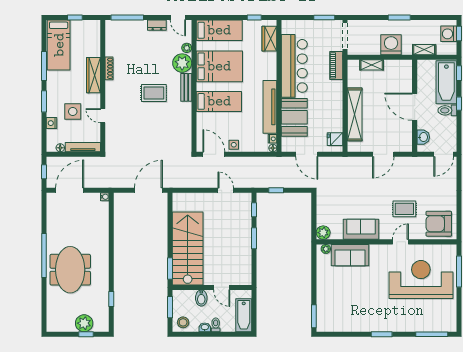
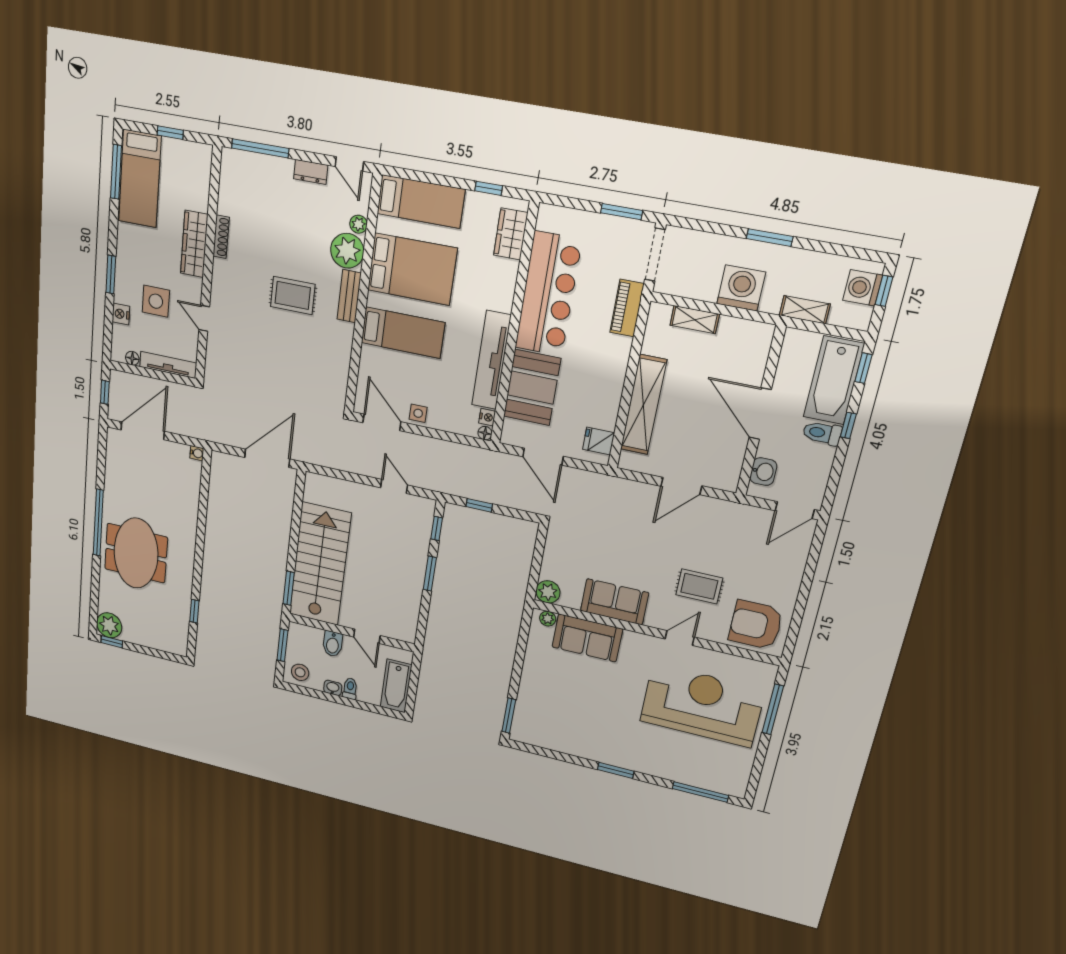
window: (44, 66) -> (116, 172), moved
plant: (84, 323) -> (109, 625), moved
window: (86, 334) -> (112, 642), moved

